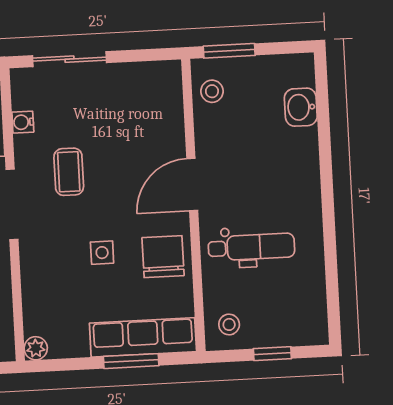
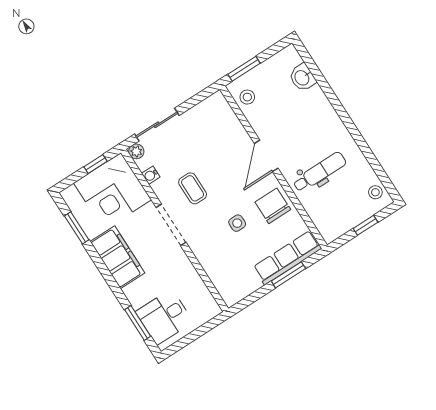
stool: (229, 324) -> (375, 192), moved
plant: (36, 348) -> (136, 151), moved

